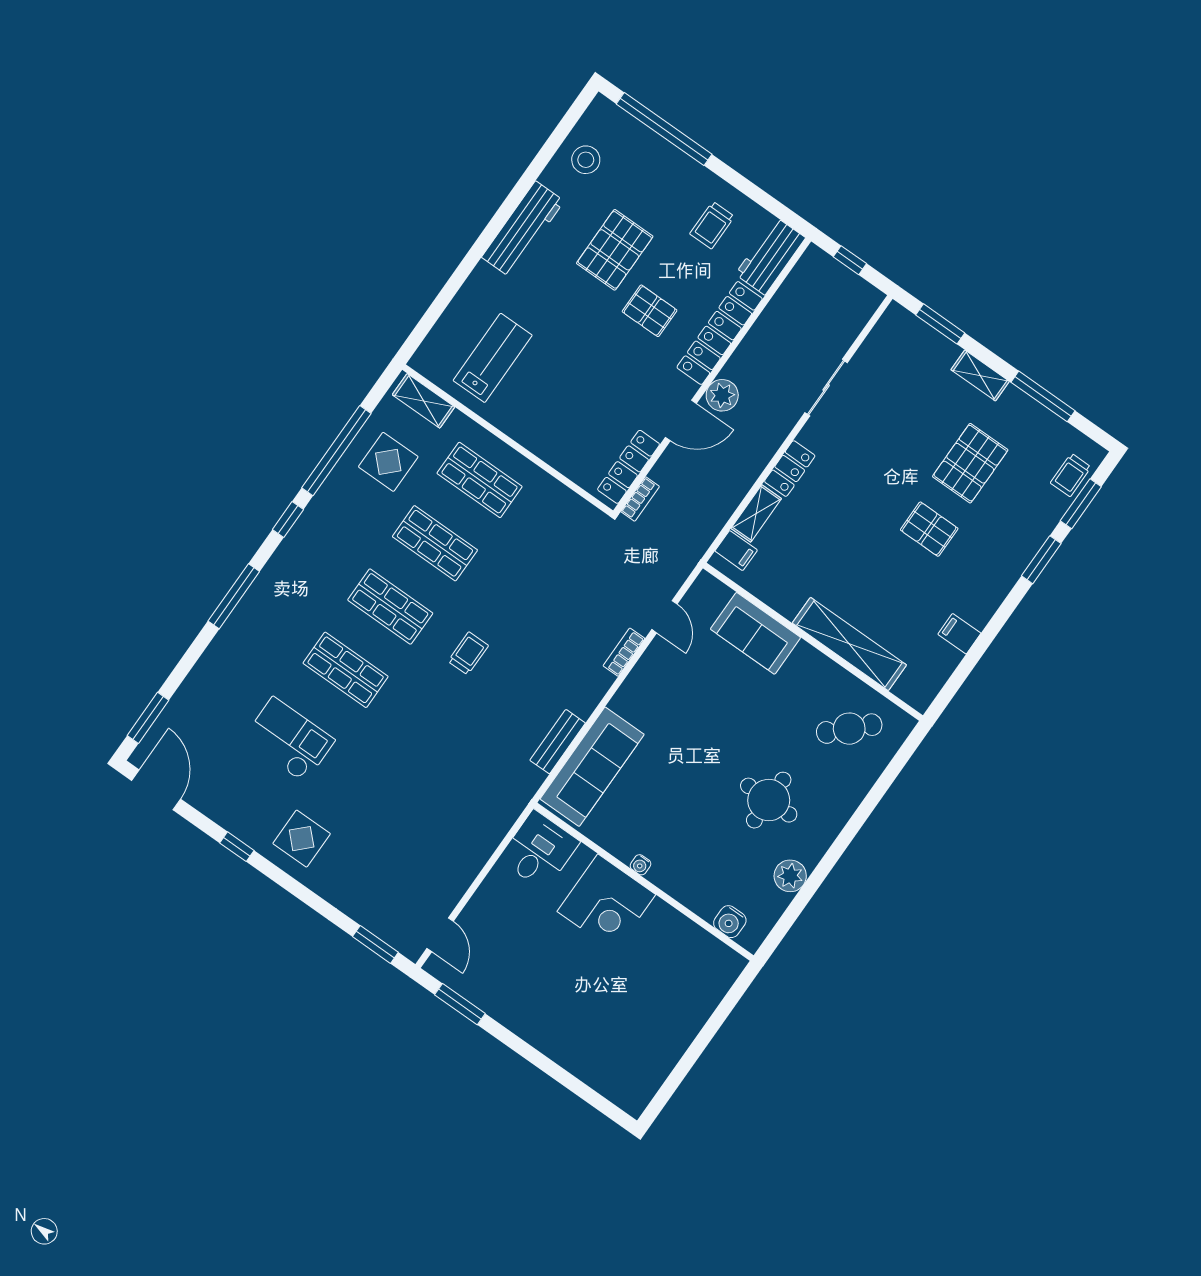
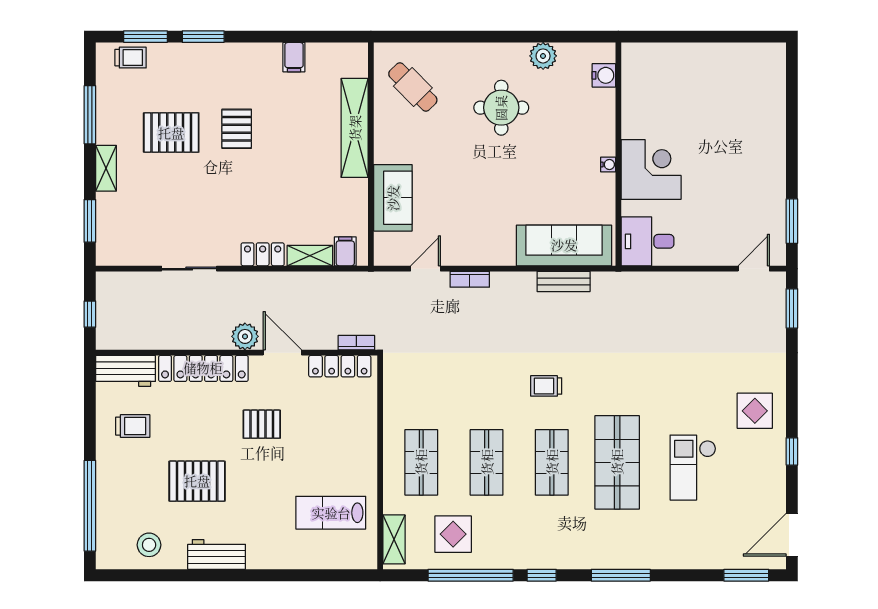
workbench: (523, 229) -> (217, 554), width x0.73
pallet: (650, 311) -> (262, 424), moved, turned 90
shop shelf: (346, 670) -> (617, 462), width x1.43, depth x1.36

